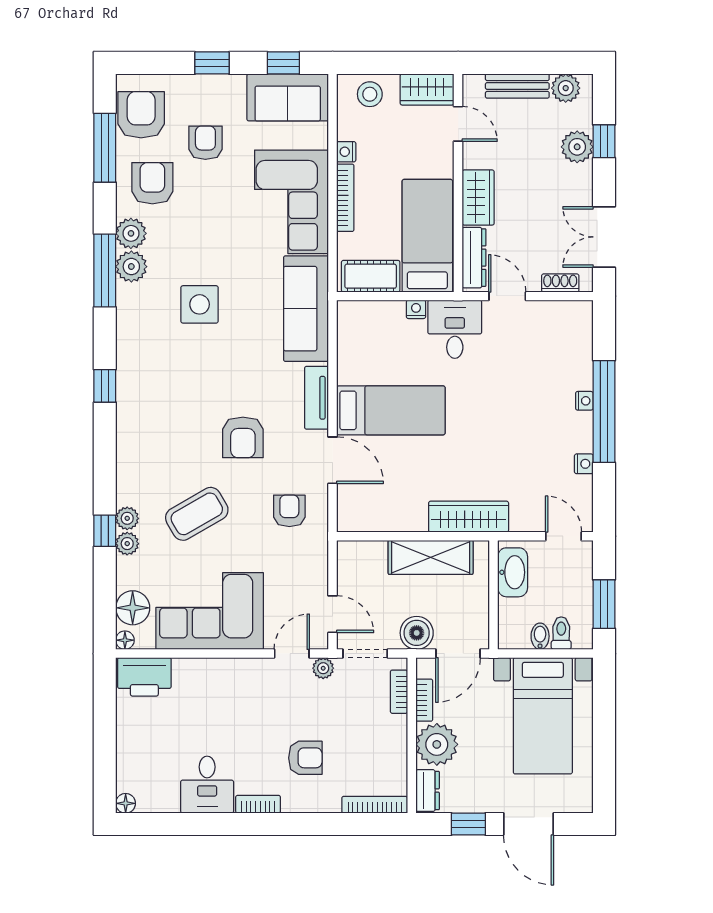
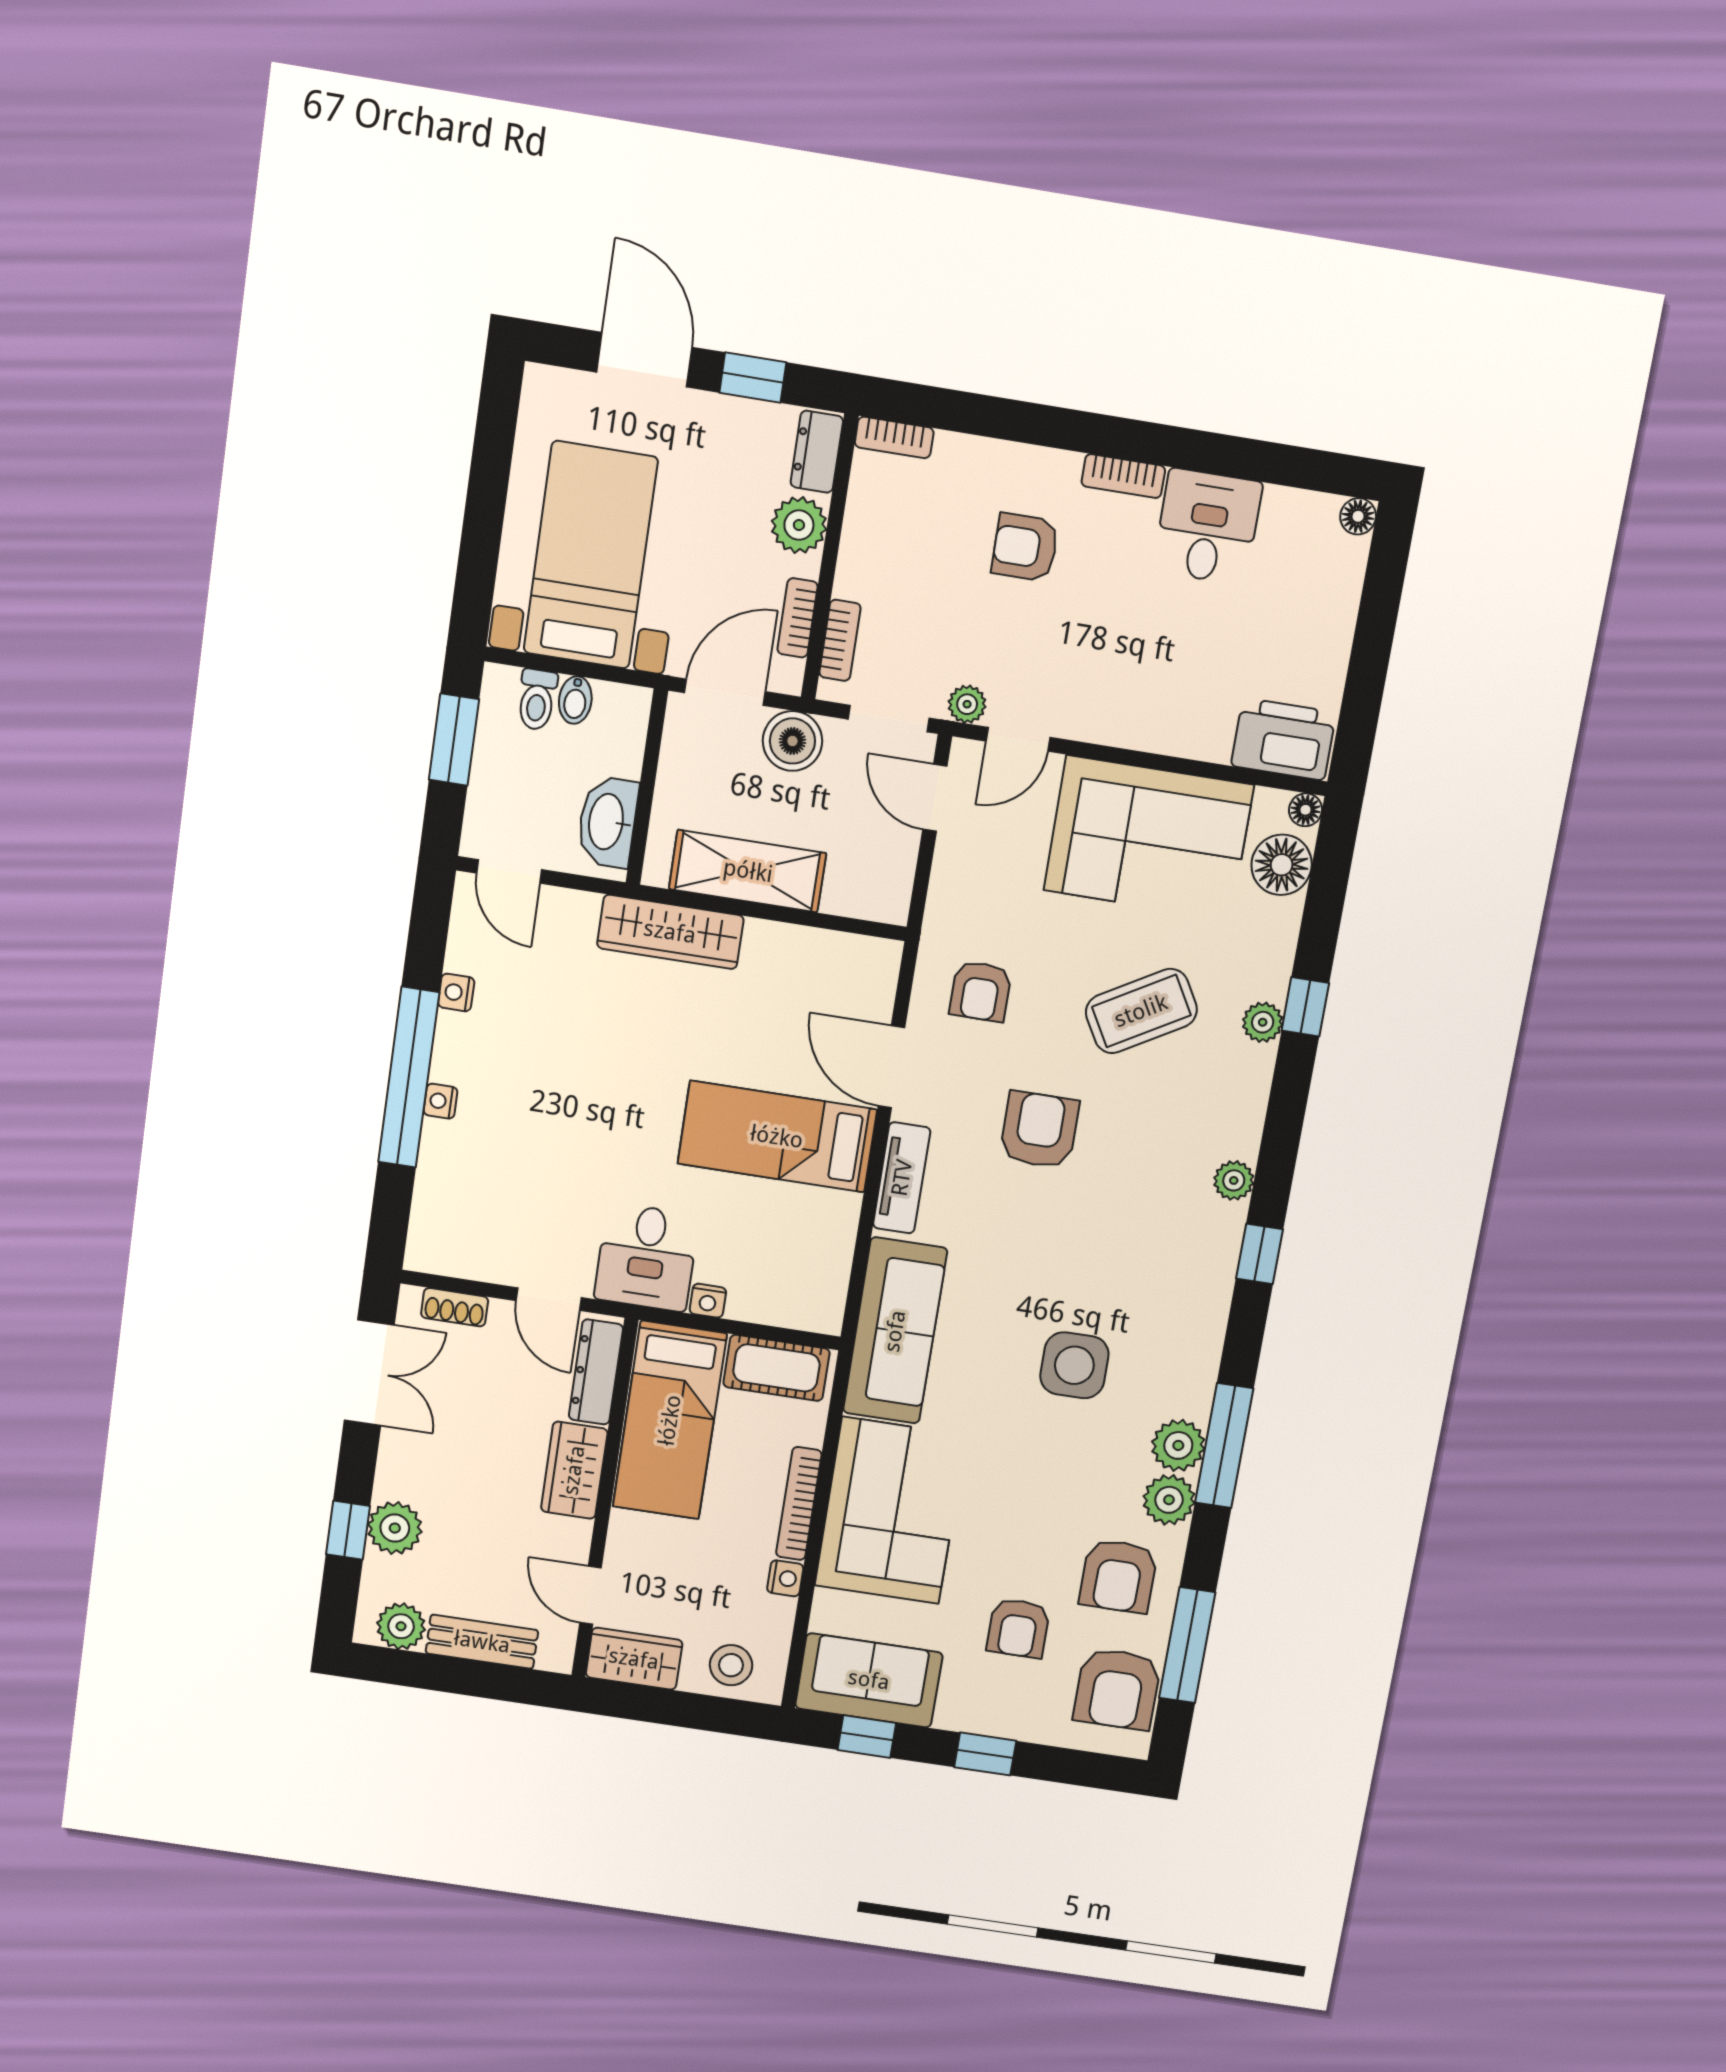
plant: (127, 544) -> (1234, 1180), moved
plant: (437, 744) -> (799, 525), width x0.73, depth x0.73
bookcase: (375, 805) -> (894, 437), width x0.64

